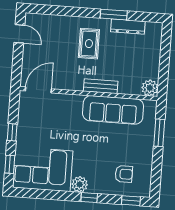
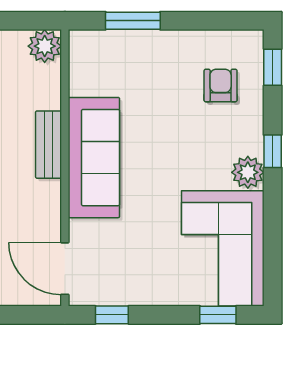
sofa: (113, 110) -> (94, 158), moved
window: (12, 132) -> (112, 315), moved

